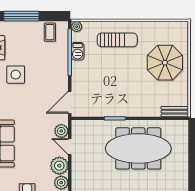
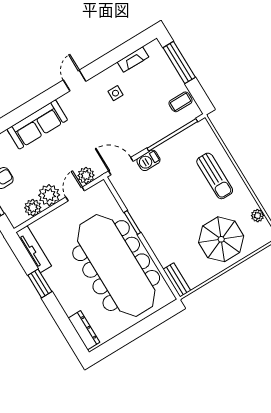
plant: (77, 27) -> (258, 216), moved
barbecue: (78, 51) -> (148, 160), moved
side table: (16, 75) -> (115, 93), width x0.54, depth x0.54
meeting table: (138, 148) -> (116, 266), width x1.36, depth x1.27

